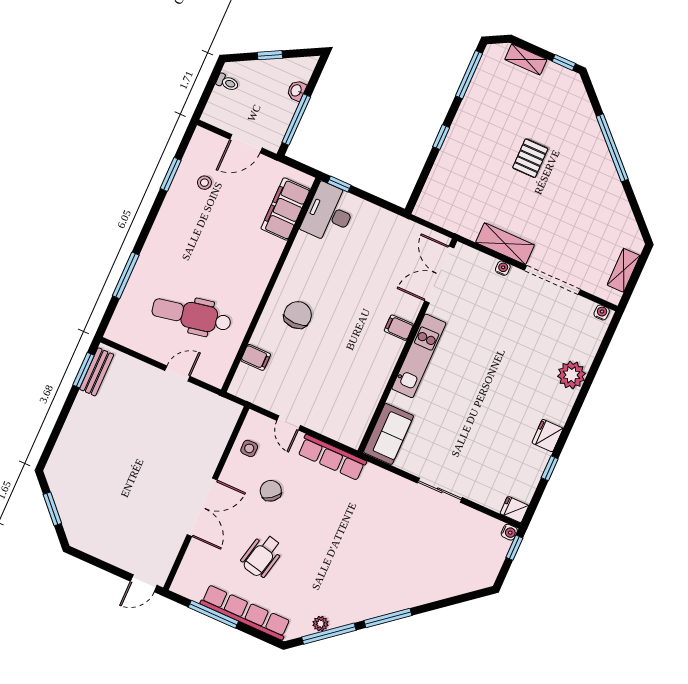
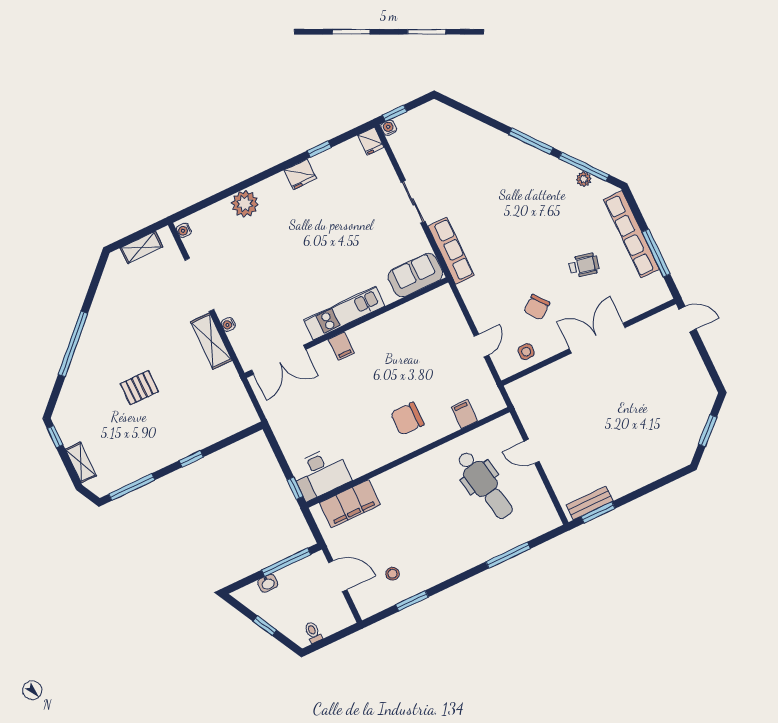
row of seats: (332, 457) -> (451, 251), moved
wheelchair: (262, 556) -> (584, 265), width x0.73, depth x0.73

